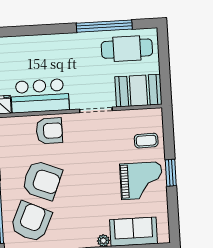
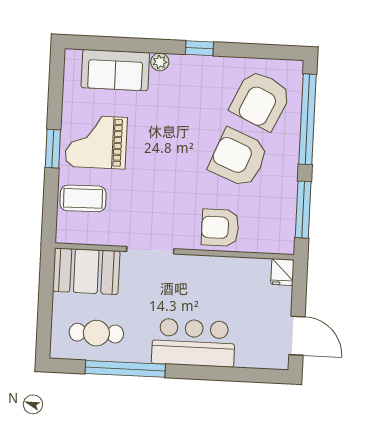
cafe table: (127, 49) -> (96, 333), width x0.73, depth x0.74
bar counter: (40, 96) -> (193, 343), moved, turned 180
coffee table: (146, 141) -> (83, 198), width x1.36, depth x1.30

